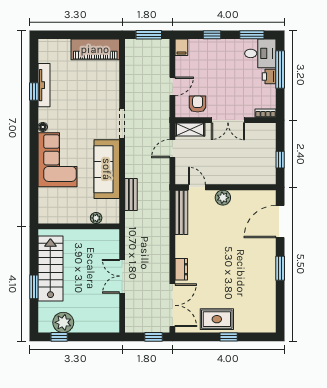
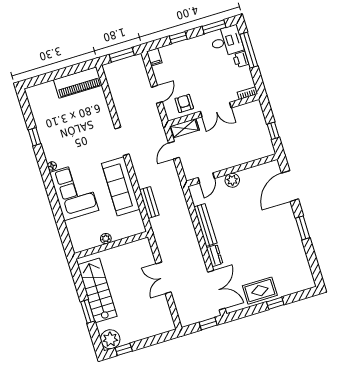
tv unit: (44, 85) -> (42, 128), removed
door: (197, 187) -> (206, 178), swing flipped
bench: (181, 212) -> (205, 225), moved
plant: (96, 218) -> (106, 239), moved
plant: (63, 322) -> (110, 339), moved

